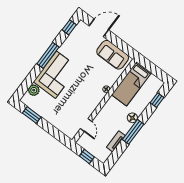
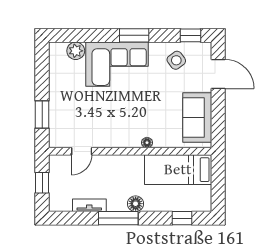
side table: (76, 44) -> (176, 60), added
window: (48, 55) -> (134, 35), width x0.69
window: (32, 115) -> (42, 114), moved

